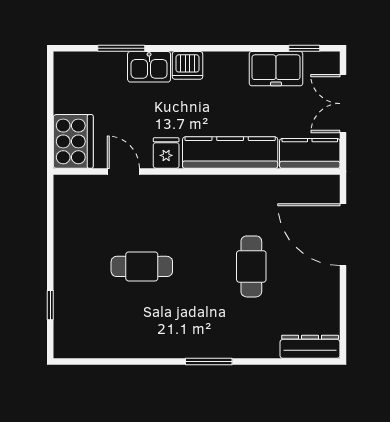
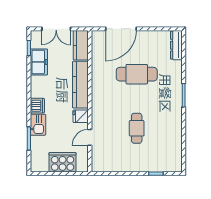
cooker: (73, 141) -> (63, 162), moved
cafe table: (251, 266) -> (137, 74), width x1.37, depth x1.35

